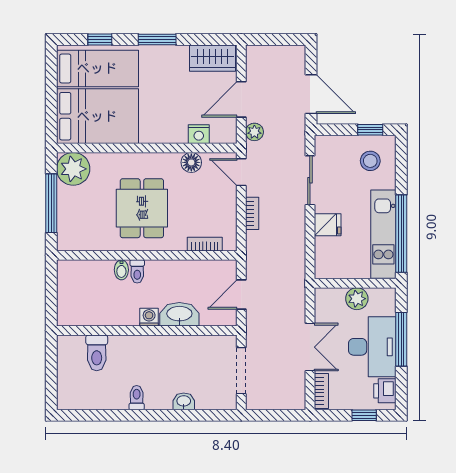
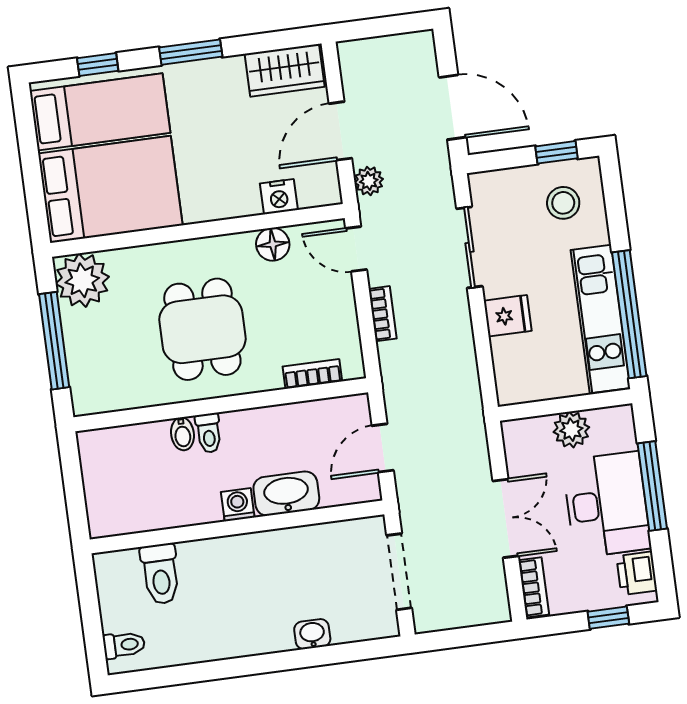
toilet: (137, 398) -> (124, 645), moved, turned 90

